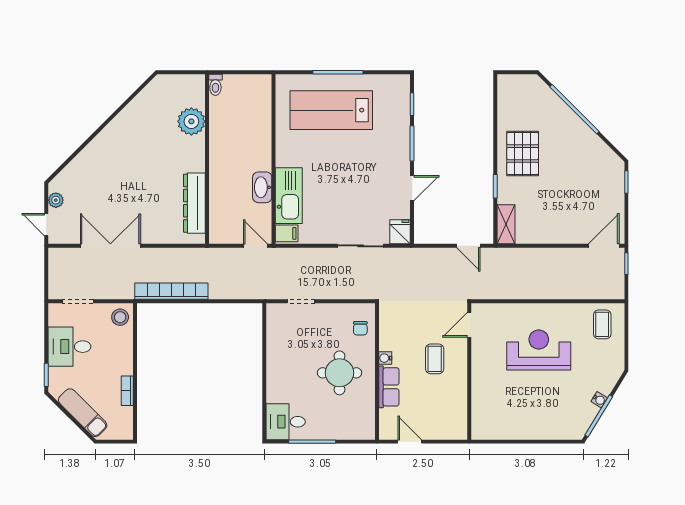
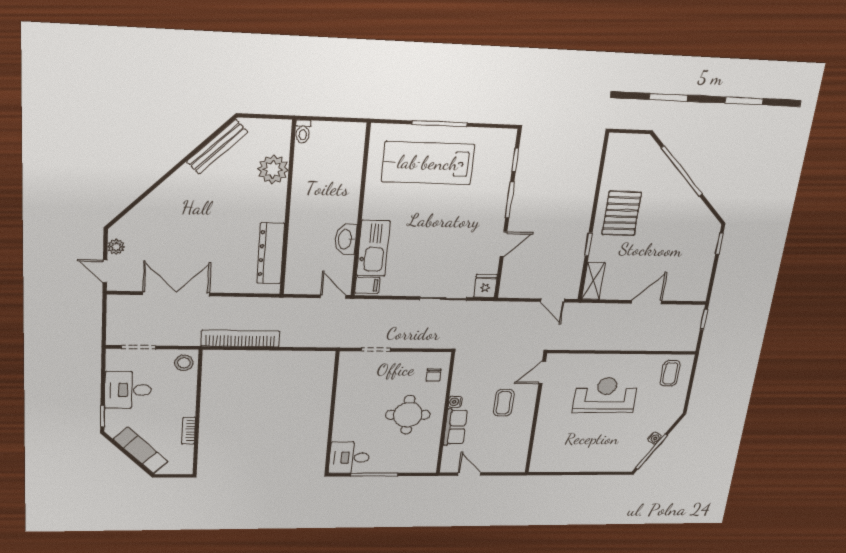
bench: (141, 102) -> (217, 147), added
door: (604, 246) -> (646, 302), moved

